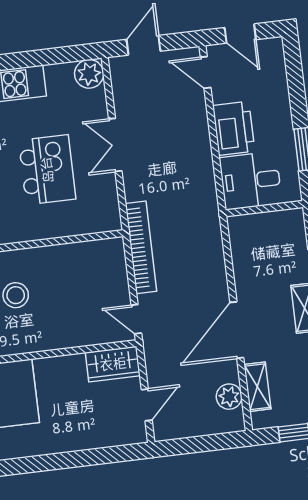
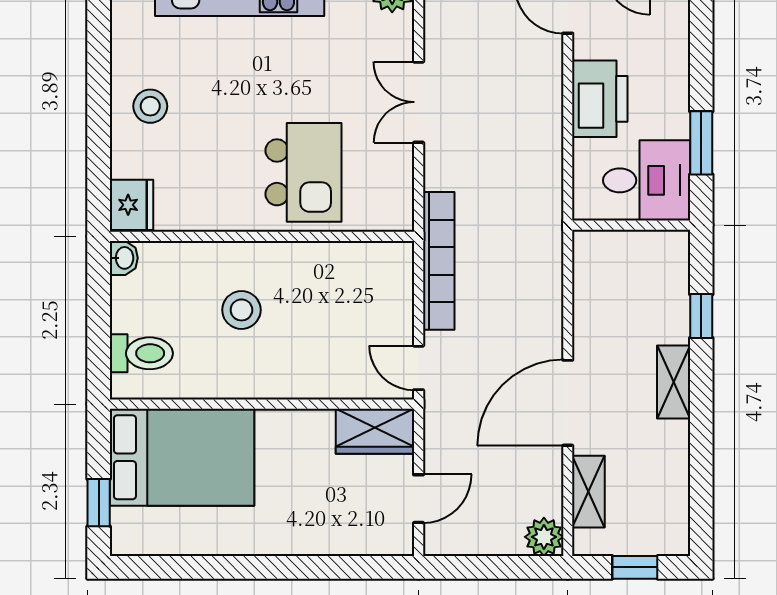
kitchen island: (47, 170) -> (303, 172), moved
desk: (251, 181) -> (647, 180), moved, turned 180
plant: (229, 397) -> (544, 537), moved

